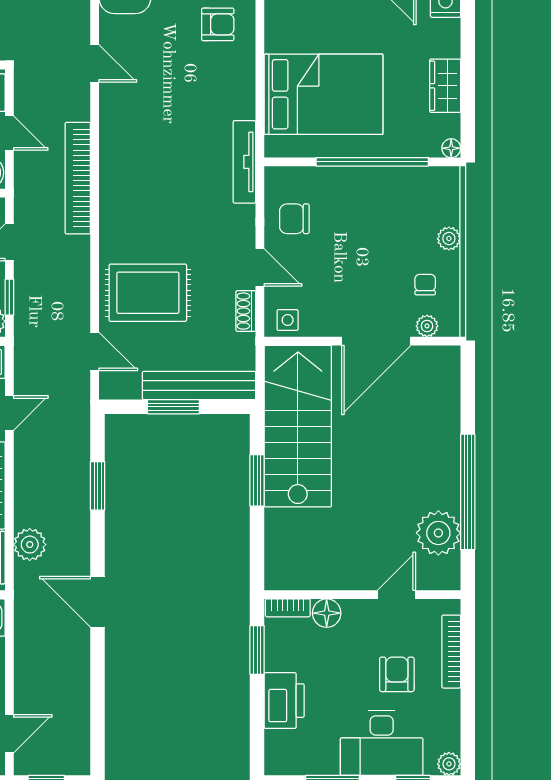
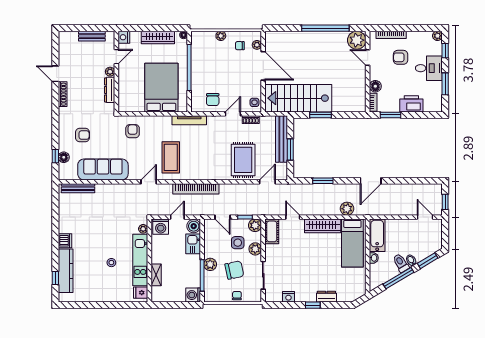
wardrobe: (445, 86) -> (158, 37), width x1.50
coffee table: (154, 117) -> (171, 157), added
plant: (438, 533) -> (357, 40), moved
desk: (382, 743) -> (429, 68), width x0.73

